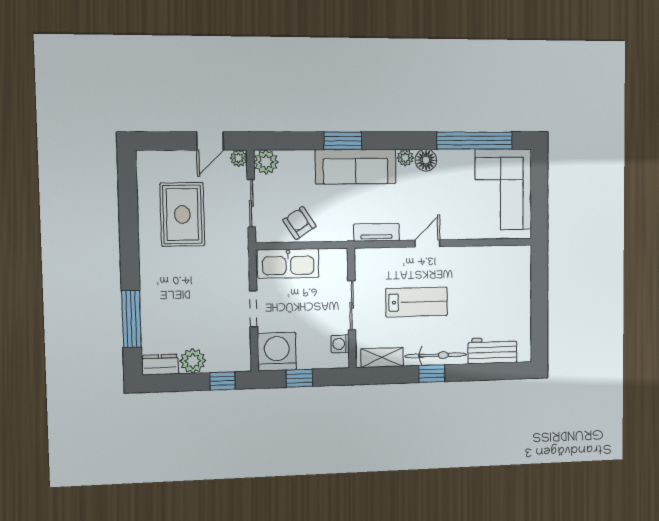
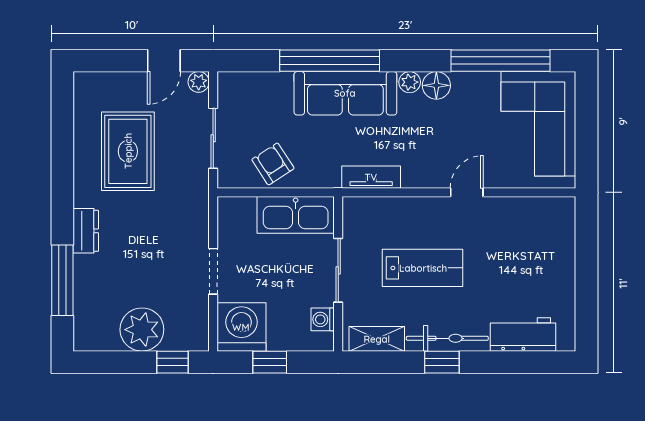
window: (343, 141) -> (330, 61), width x2.11
plant: (266, 162) -> (233, 87), removed
door: (427, 243) -> (467, 192), moved
kitchen sink: (288, 264) -> (296, 215), moved
plant: (193, 361) -> (142, 330), width x1.36, depth x1.36
dresser: (160, 365) -> (86, 231), moved, turned 90

